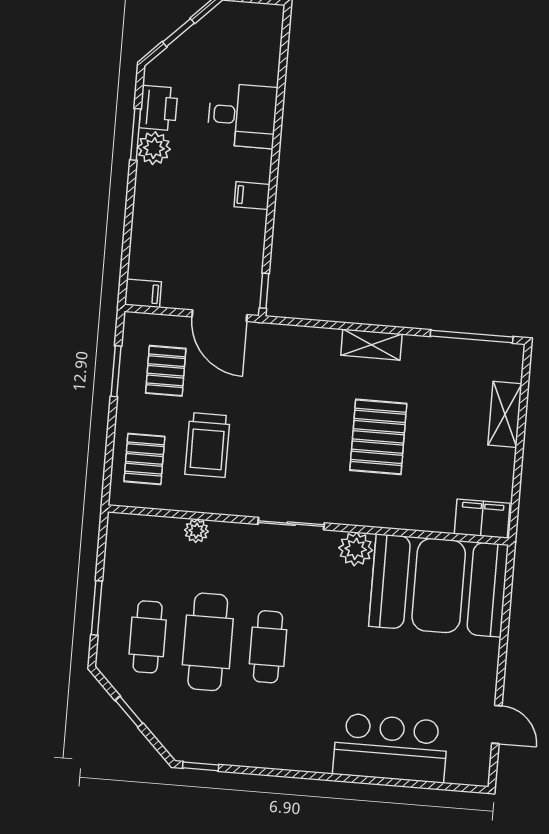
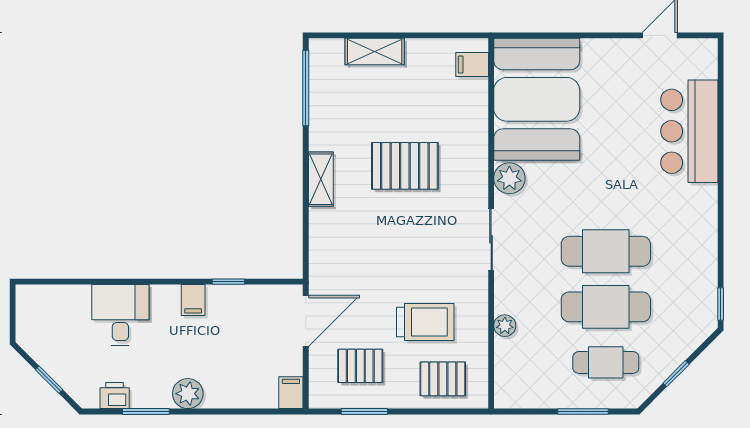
printer: (158, 108) -> (115, 396), width x0.73, depth x0.81
plant: (154, 148) -> (188, 394), moved
window: (264, 291) -> (228, 282), moved
filing cabinet: (482, 519) -> (472, 64), width x0.50
cafe table: (268, 647) -> (606, 251), width x1.37, depth x1.35

